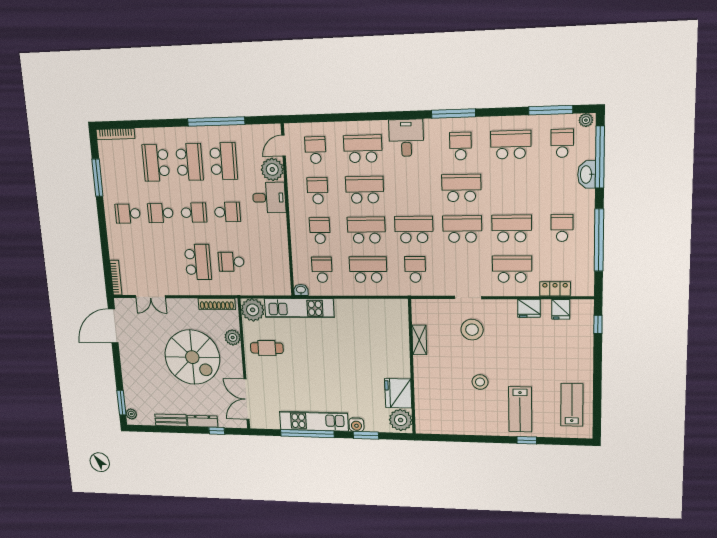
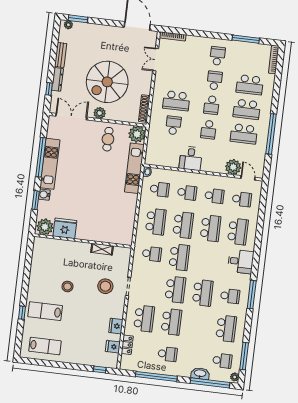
school desk: (156, 163) -> (250, 85), turned 180
desk: (269, 198) -> (191, 158), moved
plant: (233, 337) -> (100, 113), moved

